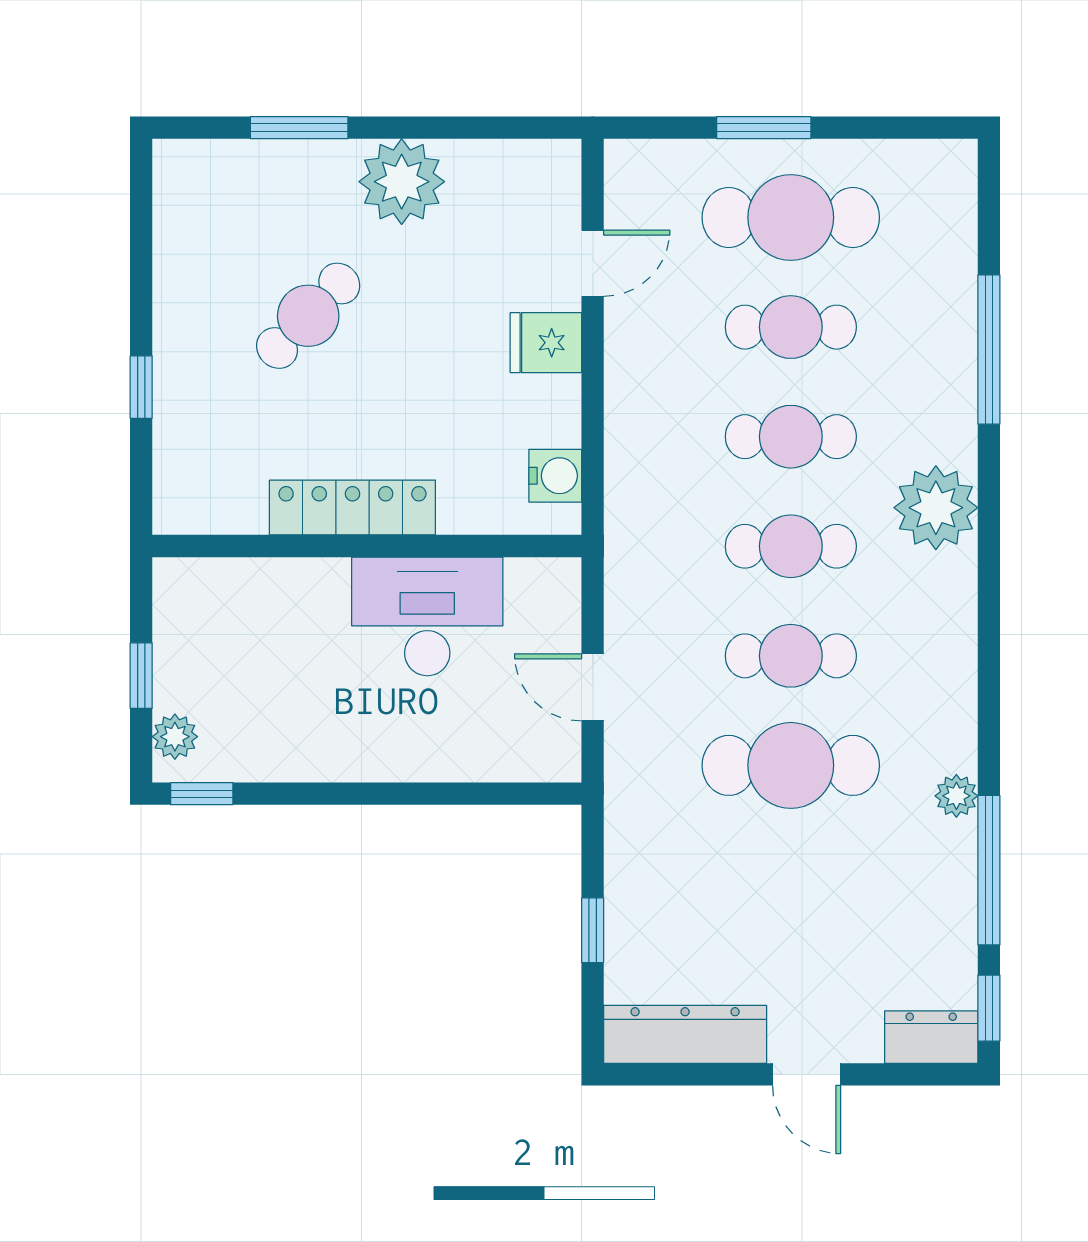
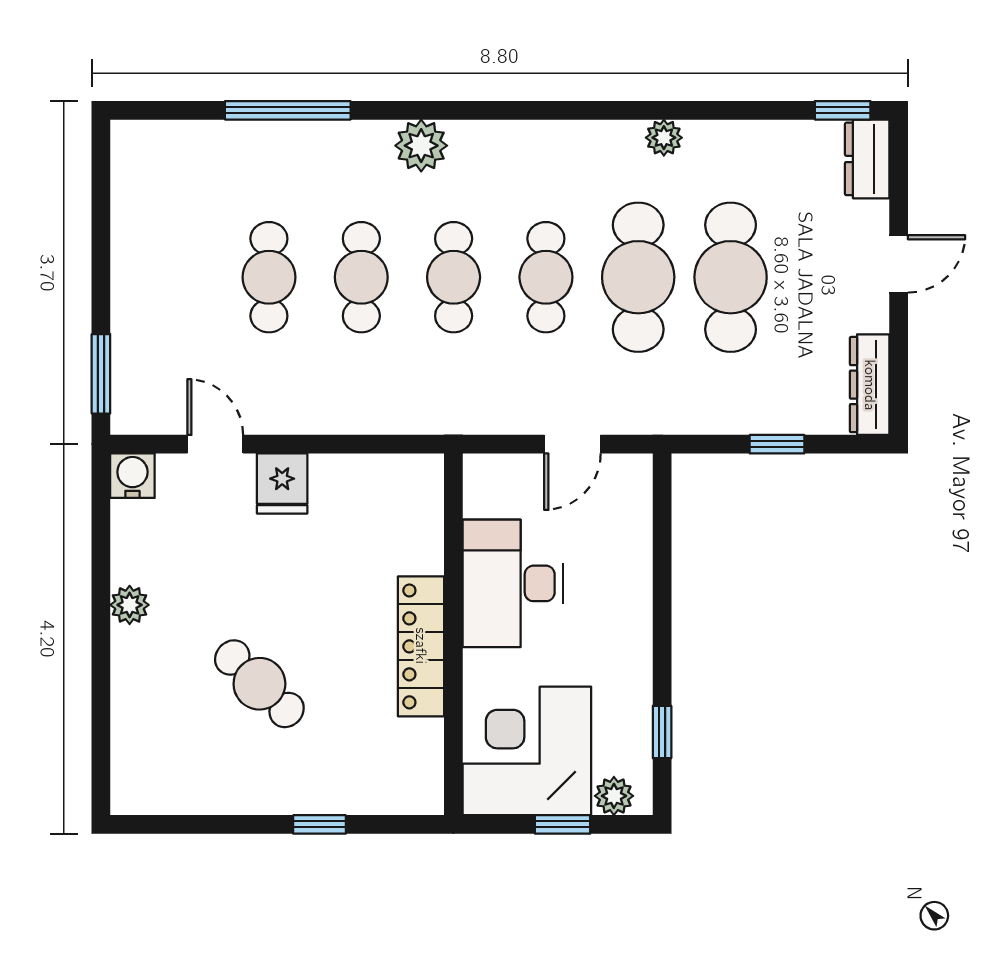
window: (299, 128) -> (101, 691), removed
window: (764, 128) -> (101, 374), moved
plant: (402, 182) -> (130, 605), width x0.53, depth x0.53
cafe table: (791, 217) -> (731, 277), moved
water cooler: (555, 476) -> (132, 476), moved
plant: (936, 508) -> (421, 146), width x0.73, depth x0.73
corner desk: (228, 633) -> (527, 751), added
window: (202, 794) -> (662, 732), moved
window: (989, 870) -> (726, 110), removed
dresser: (685, 1034) -> (870, 385), width x0.73, depth x0.80

